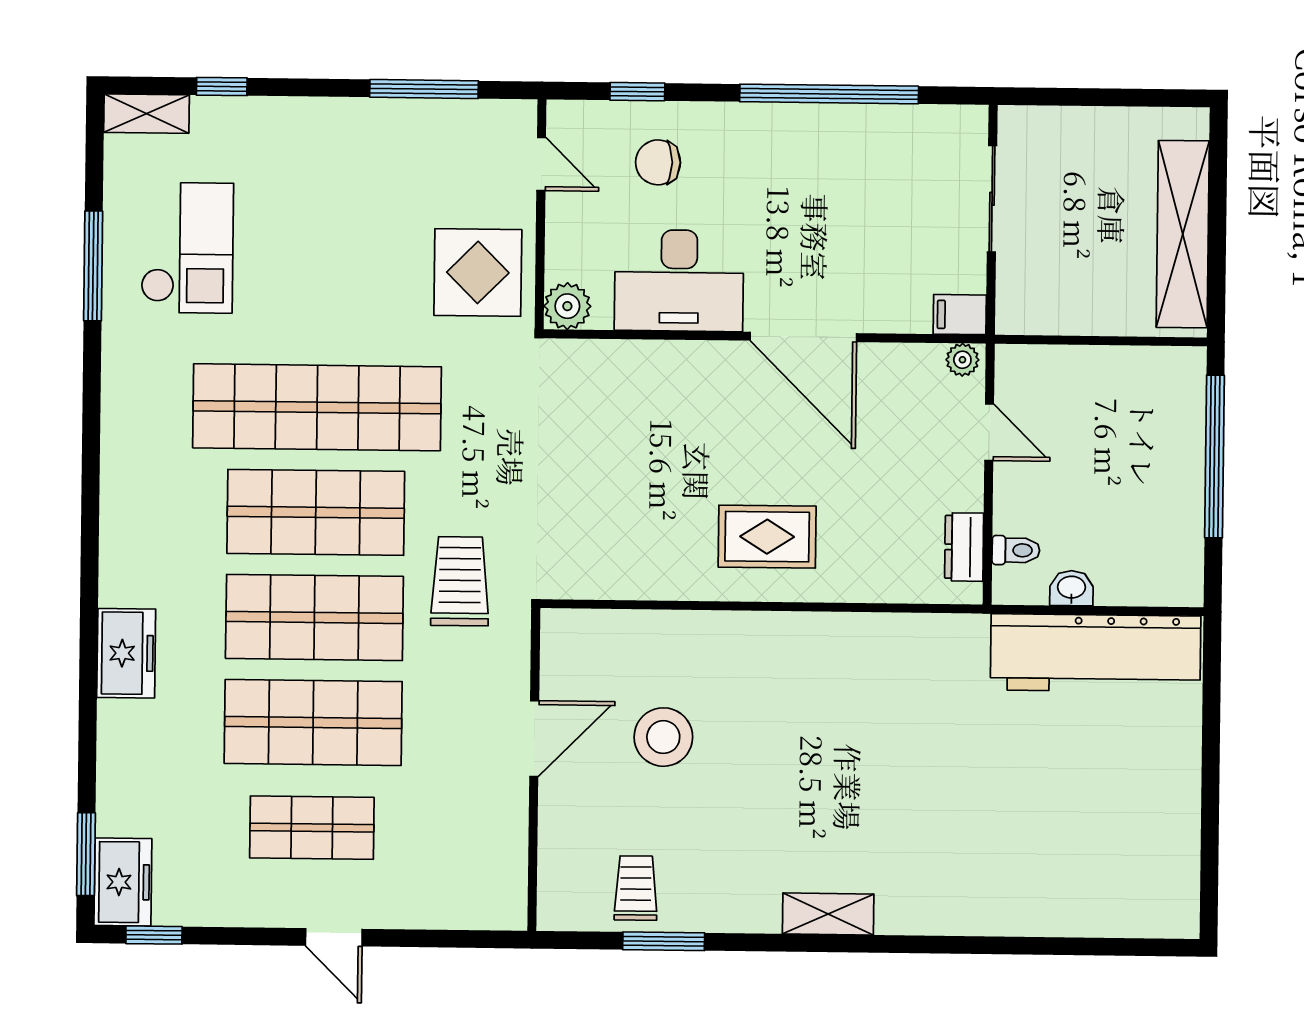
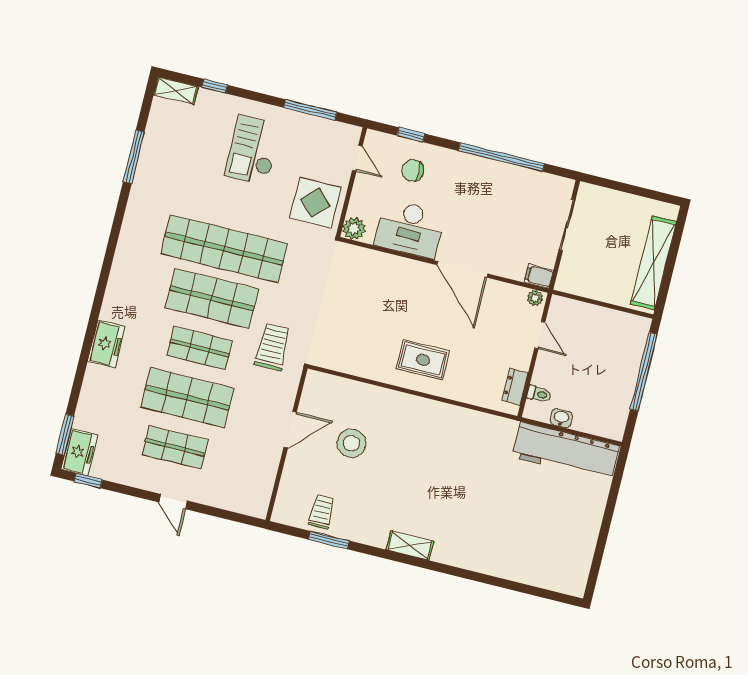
checkout: (187, 248) -> (253, 150), moved, turned 180
shop shelf: (314, 617) -> (200, 348), width x0.70, depth x0.74

